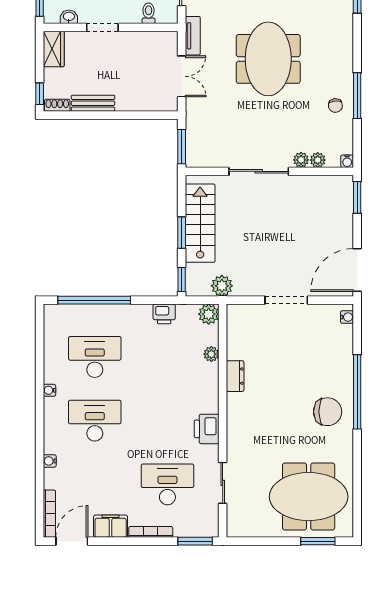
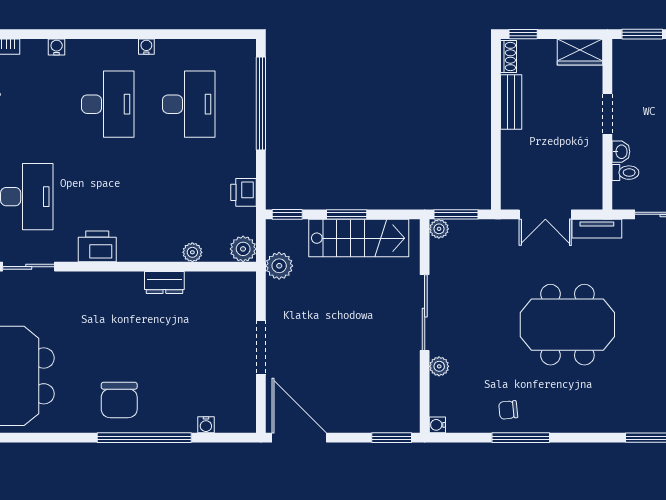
washbasin: (69, 17) -> (621, 152), moved
plant: (318, 160) -> (439, 229), moved
water cooler: (347, 317) -> (206, 425), moved

